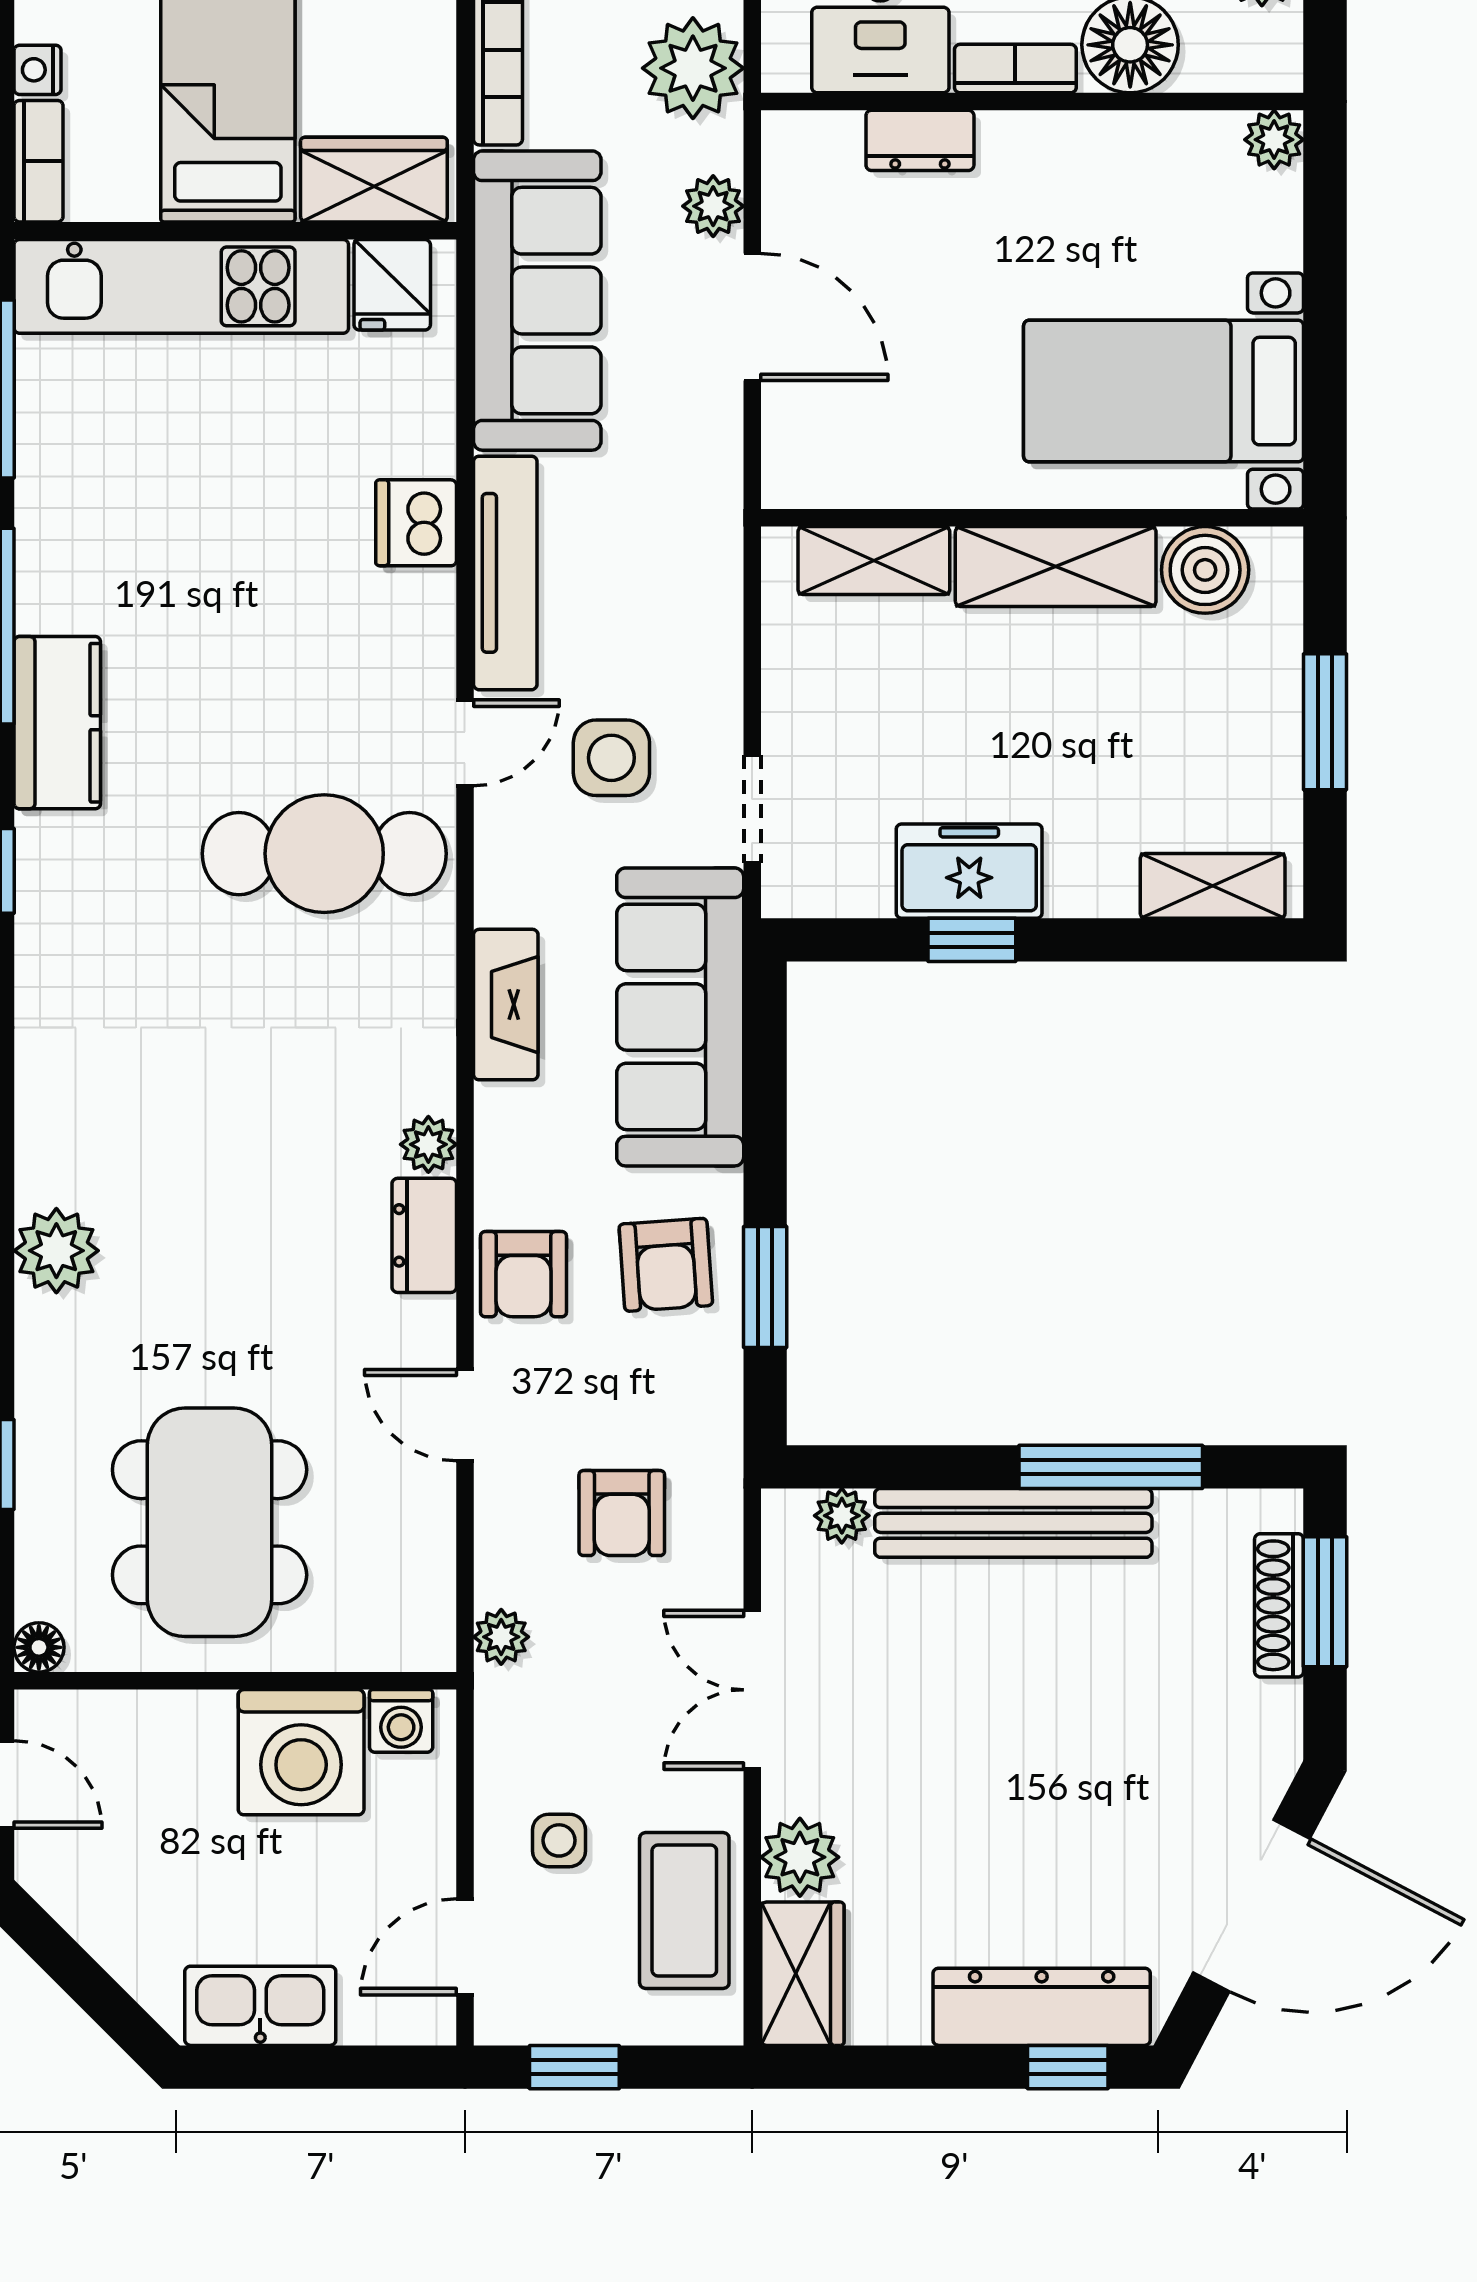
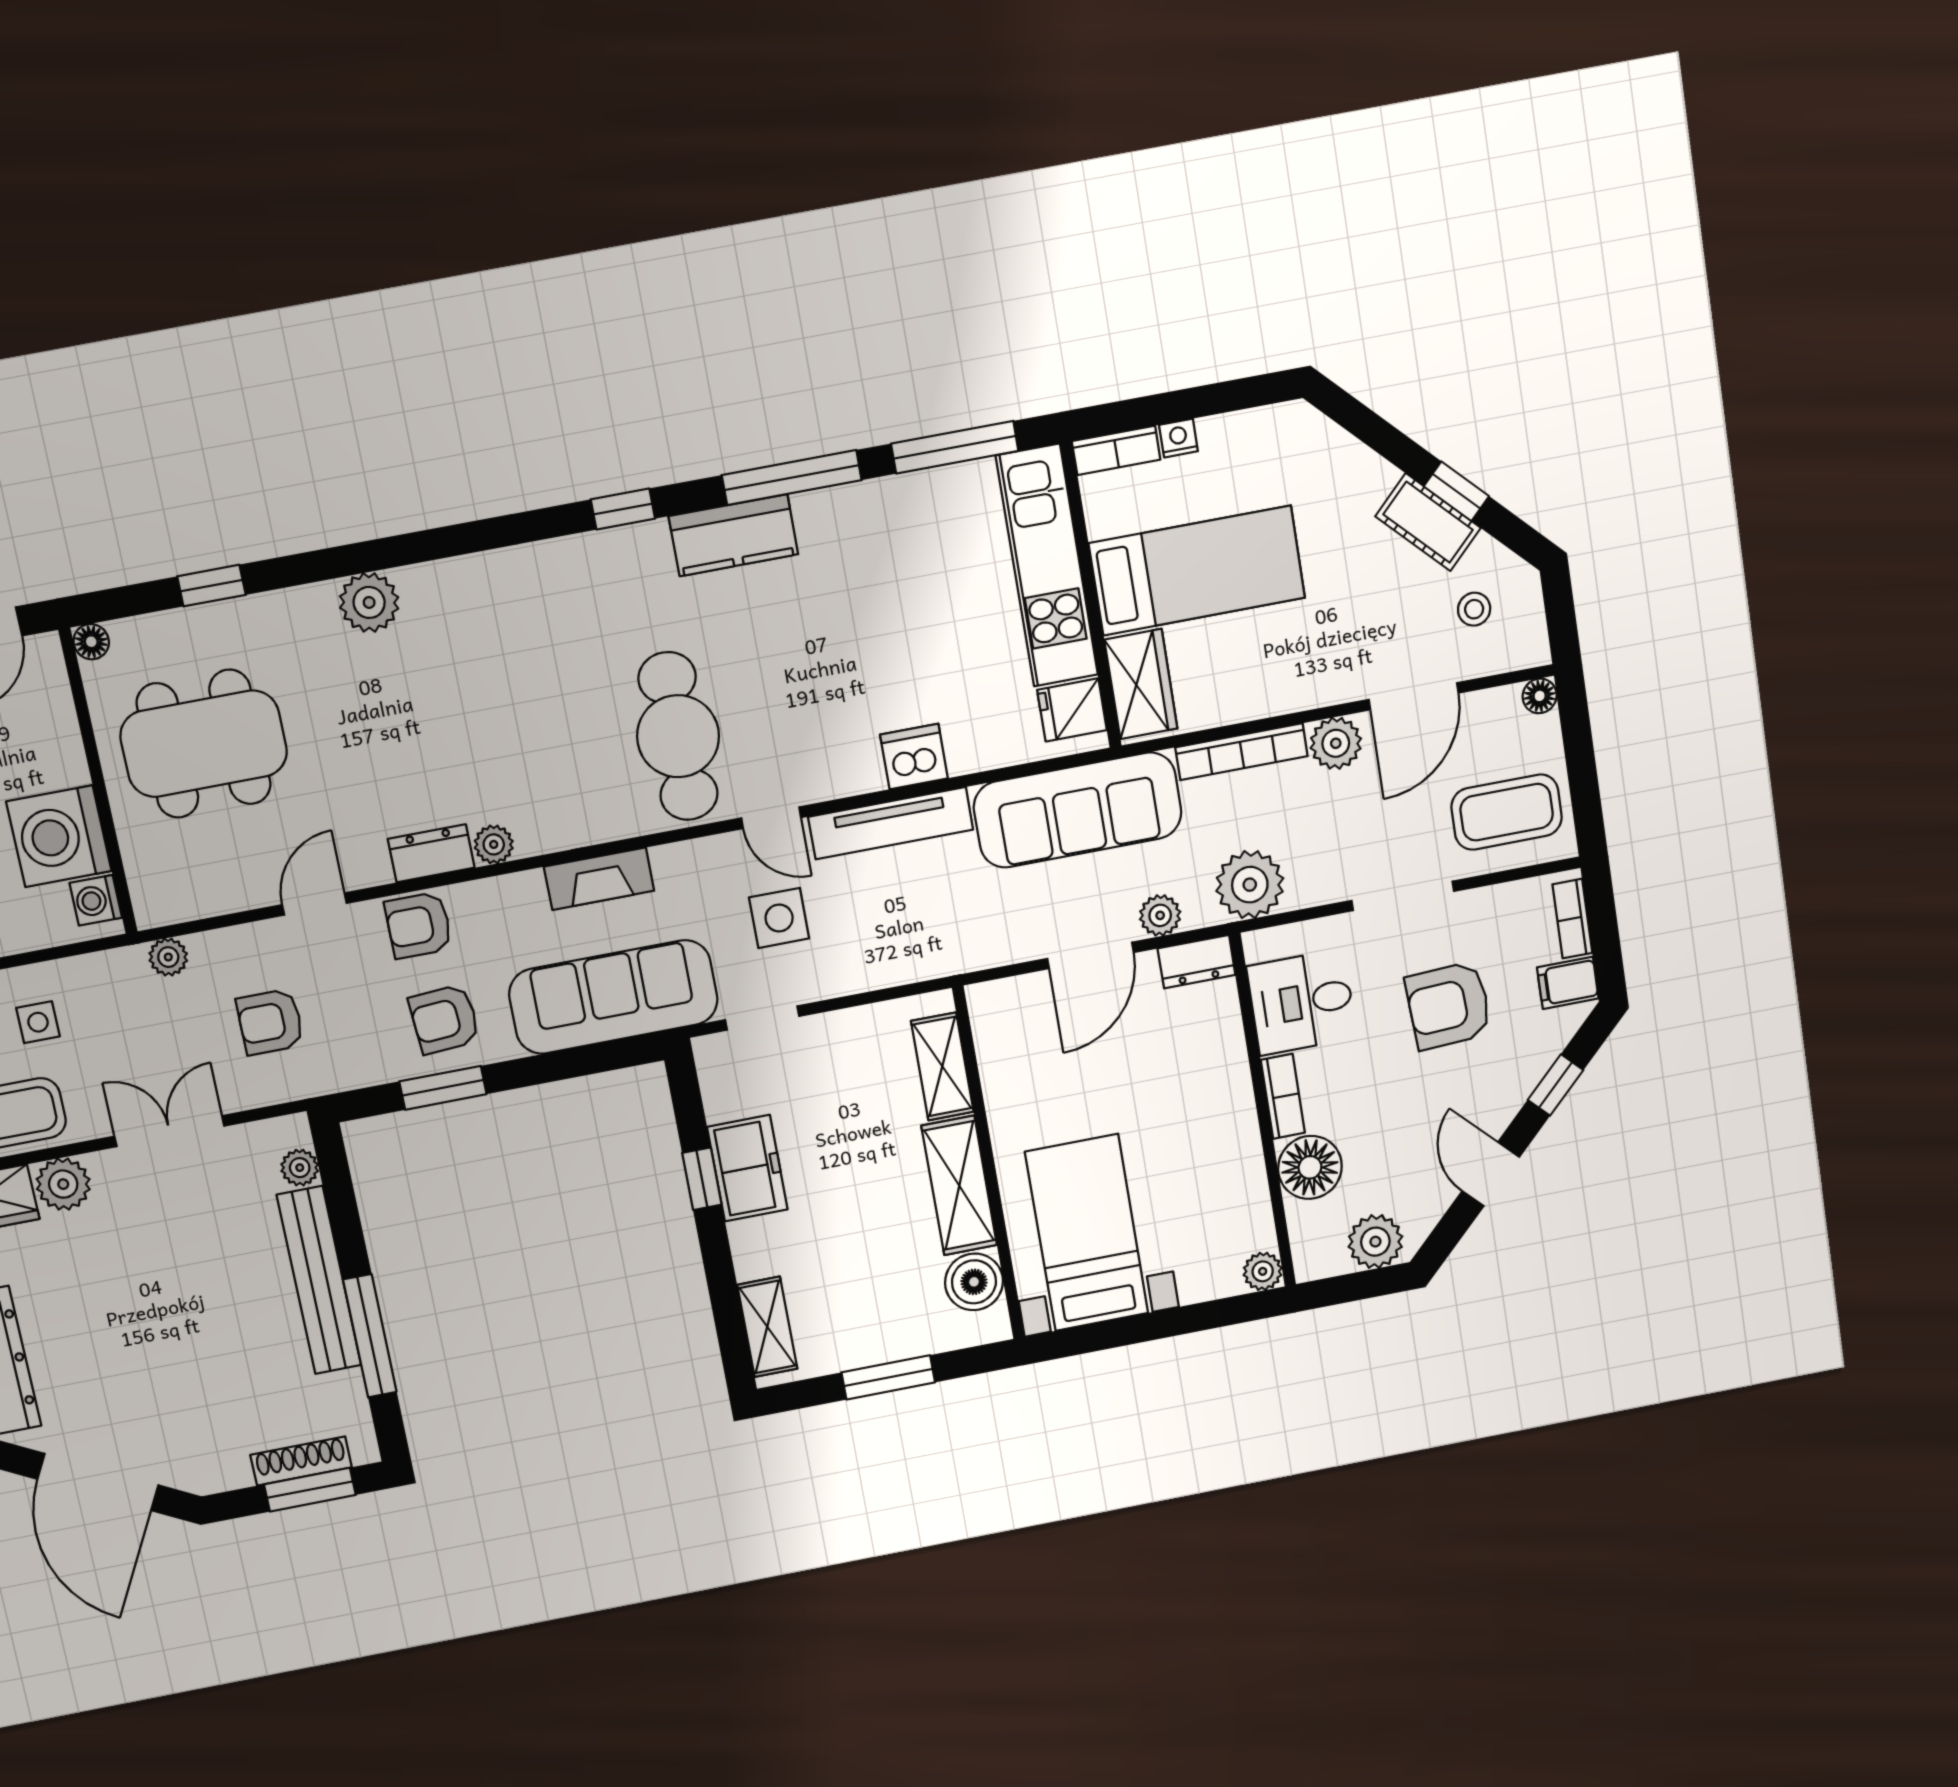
dresser: (920, 140) -> (1196, 962), moved, turned -90

